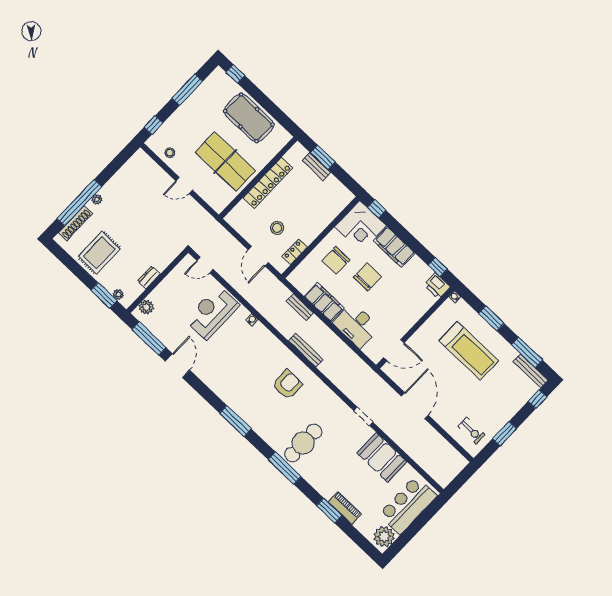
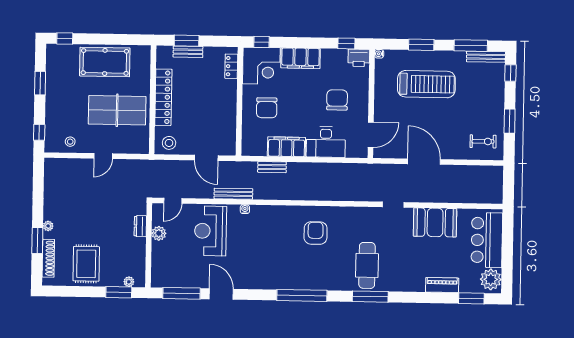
window: (187, 90) -> (40, 83), width x0.69
window: (79, 203) -> (37, 240), width x0.47
stool: (277, 228) -> (169, 143), moved
locker: (295, 252) -> (231, 66), moved
dresser: (149, 277) -> (140, 226), moved
chair: (367, 277) -> (337, 100), moved
plant: (146, 307) -> (159, 233), moved
bench: (306, 350) -> (233, 194), moved
window: (235, 421) -> (302, 295), width x1.46
window: (329, 511) -> (471, 298), moved

